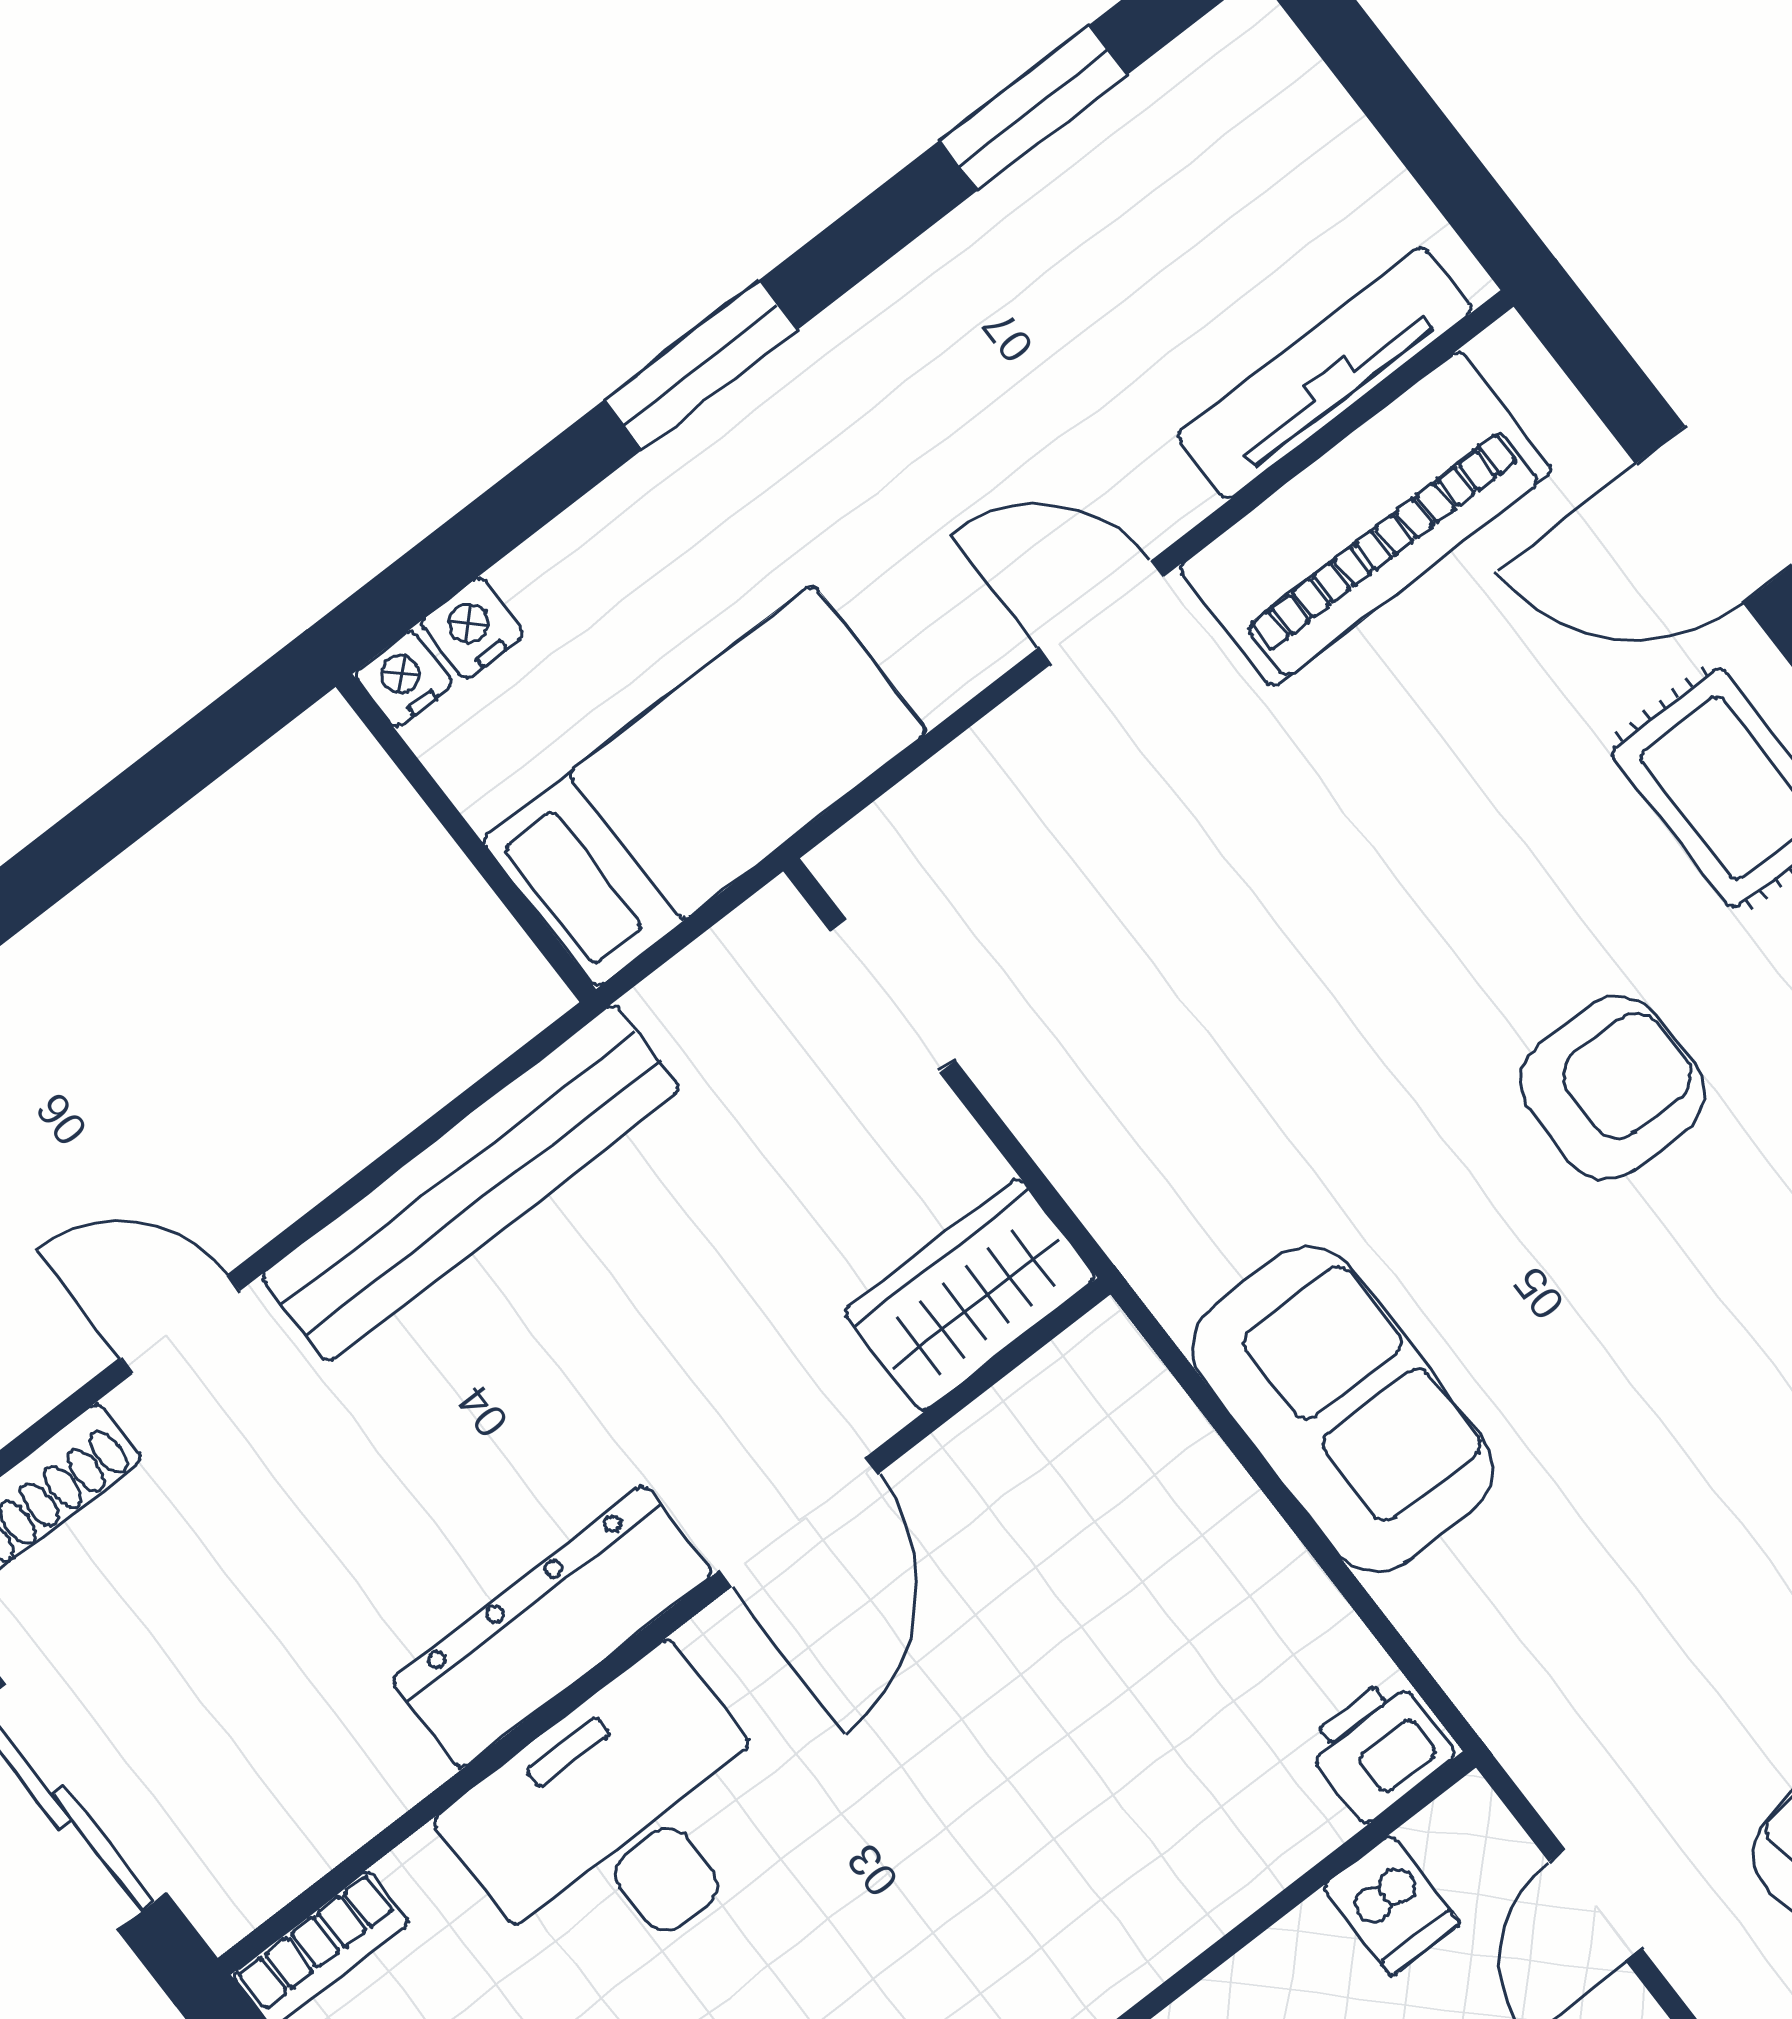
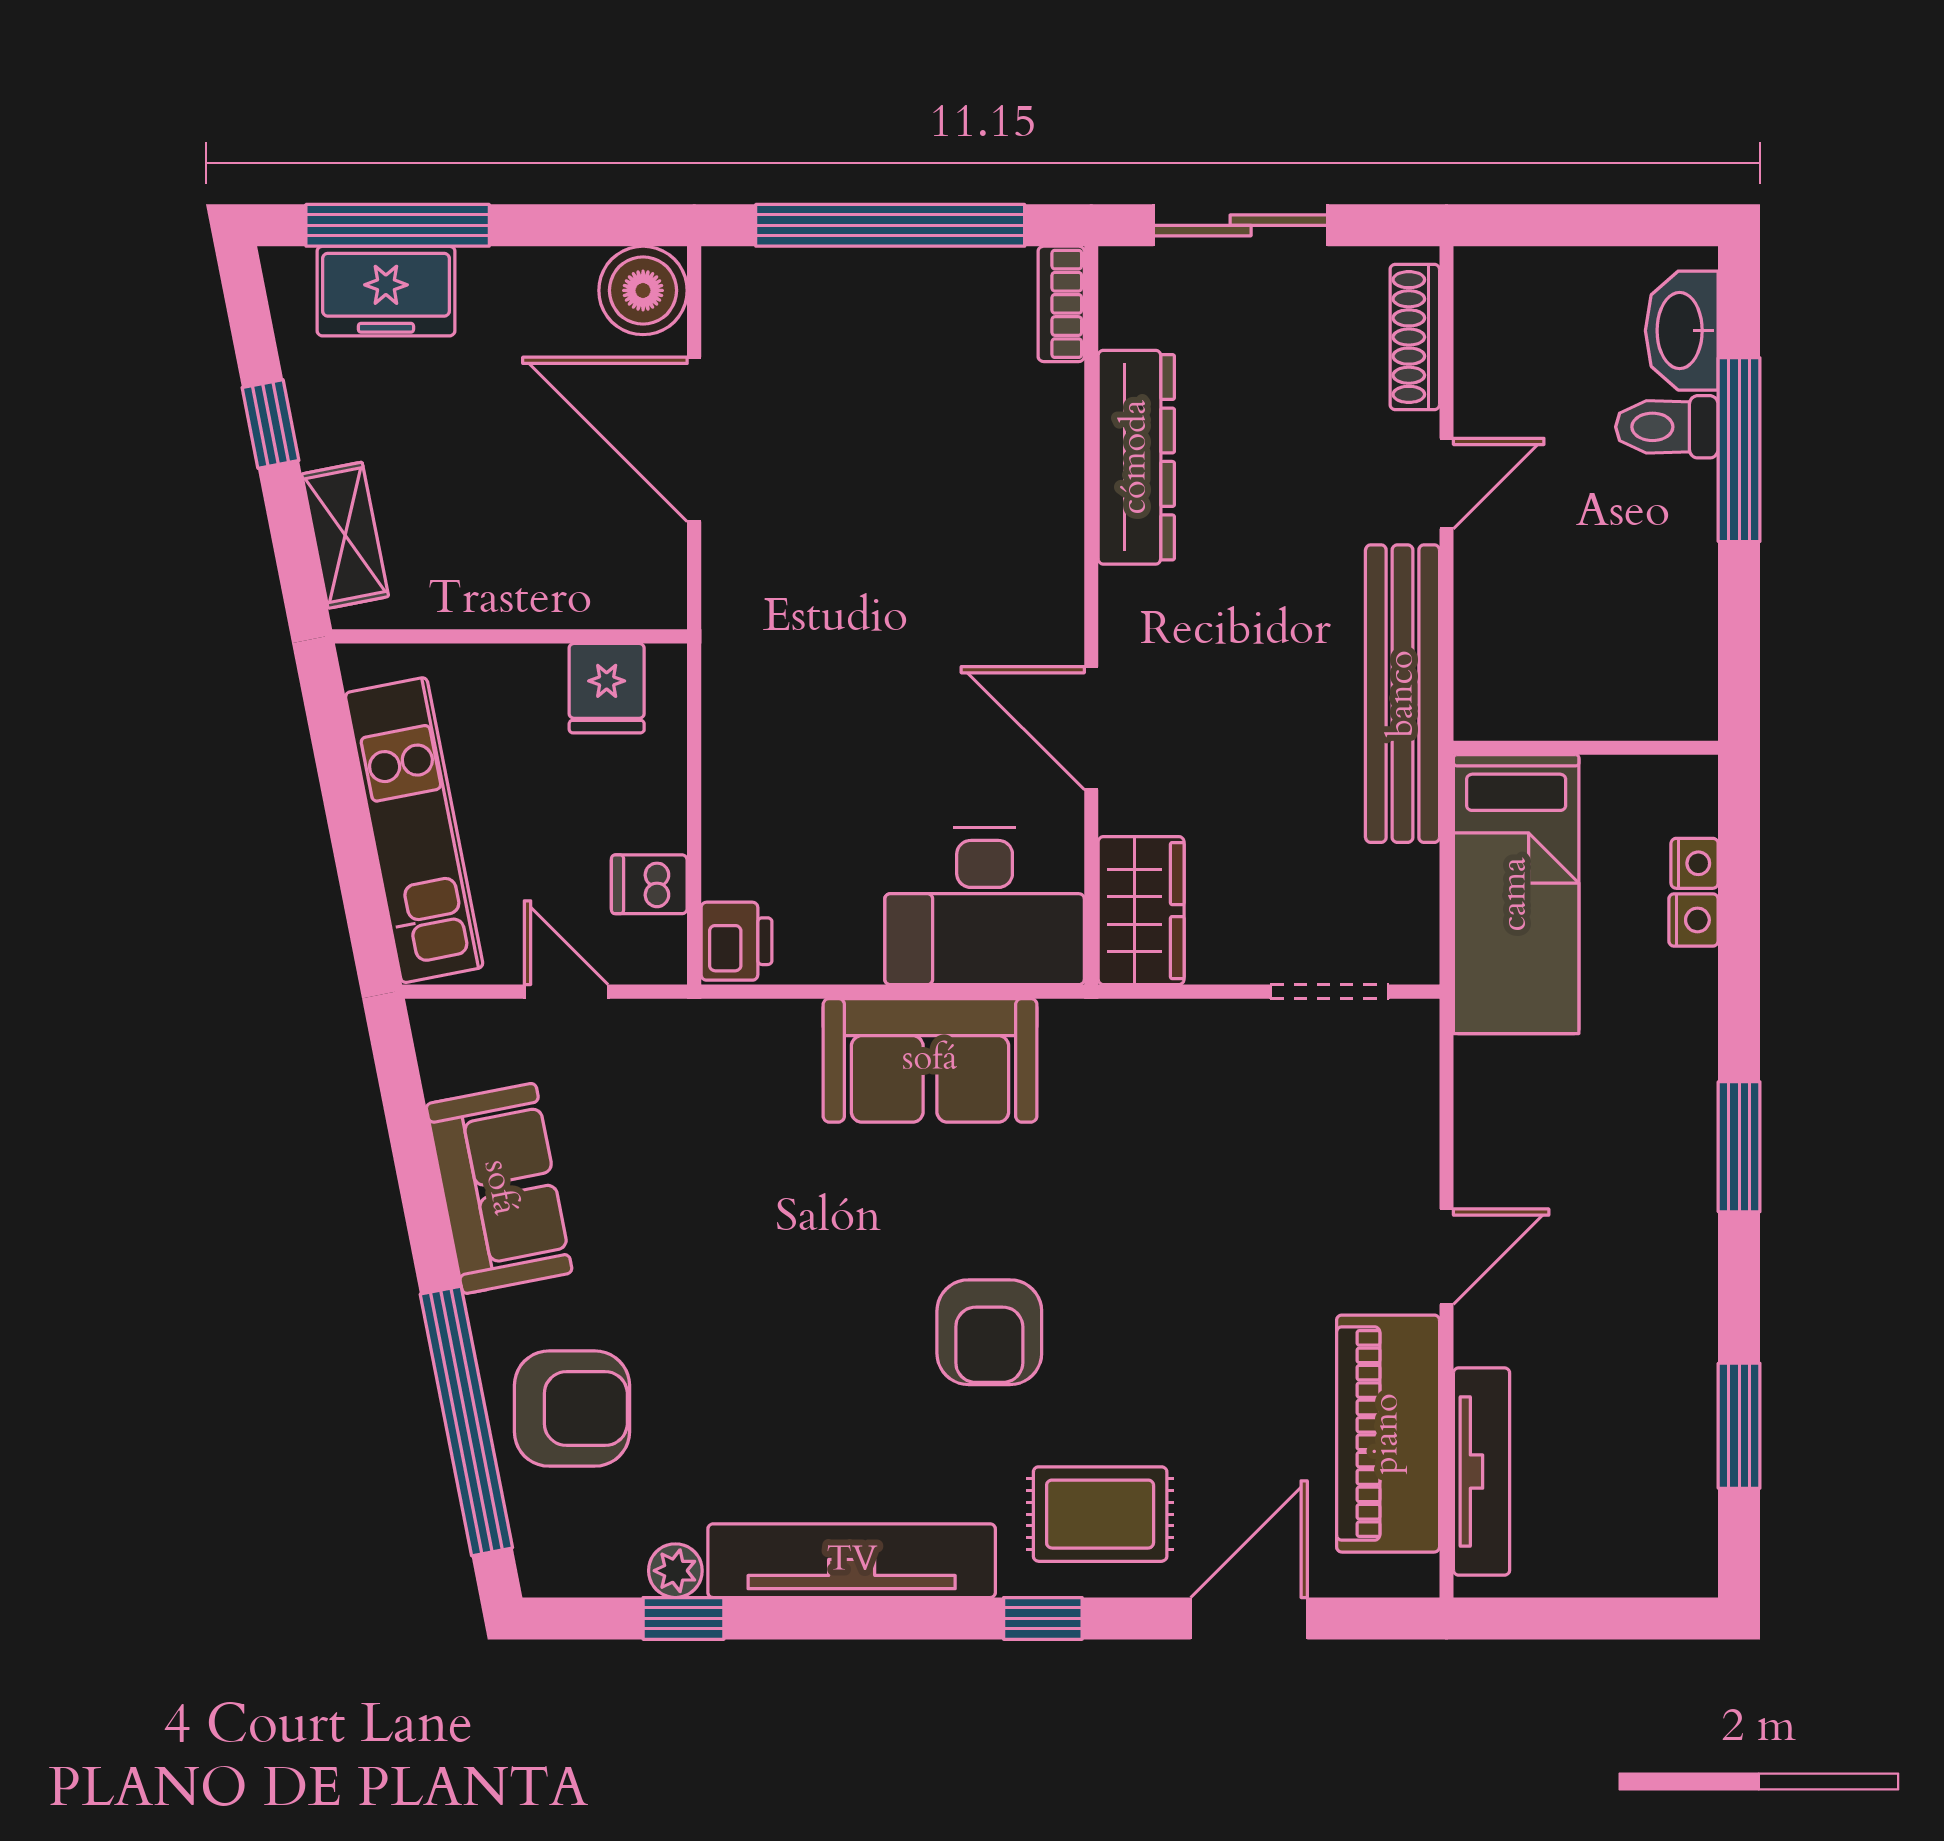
bed: (704, 786) -> (1516, 894), moved
wall: (466, 838) -> (1586, 748), moved
dresser: (552, 1627) -> (1136, 457), moved
desk: (622, 1821) -> (985, 906), moved, turned 90

